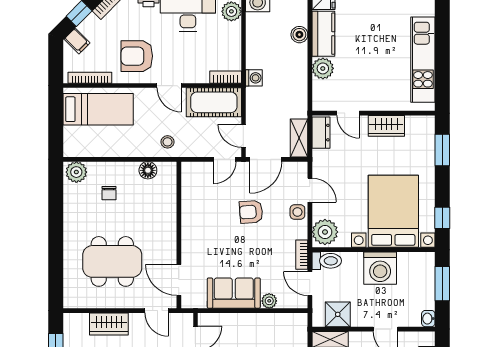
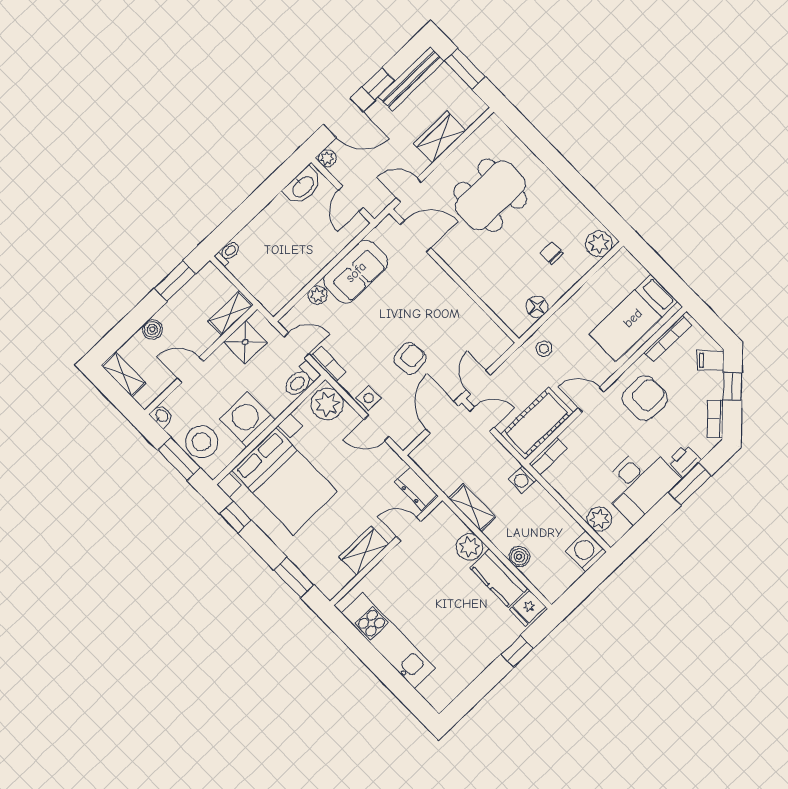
shelving: (299, 138) -> (472, 508), moved
stool: (420, 281) -> (202, 442), added

